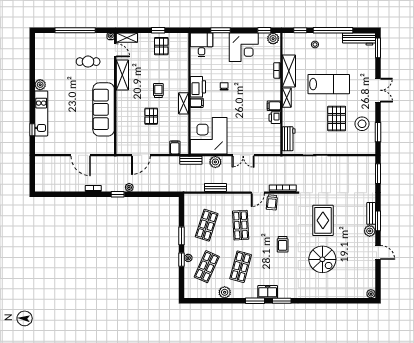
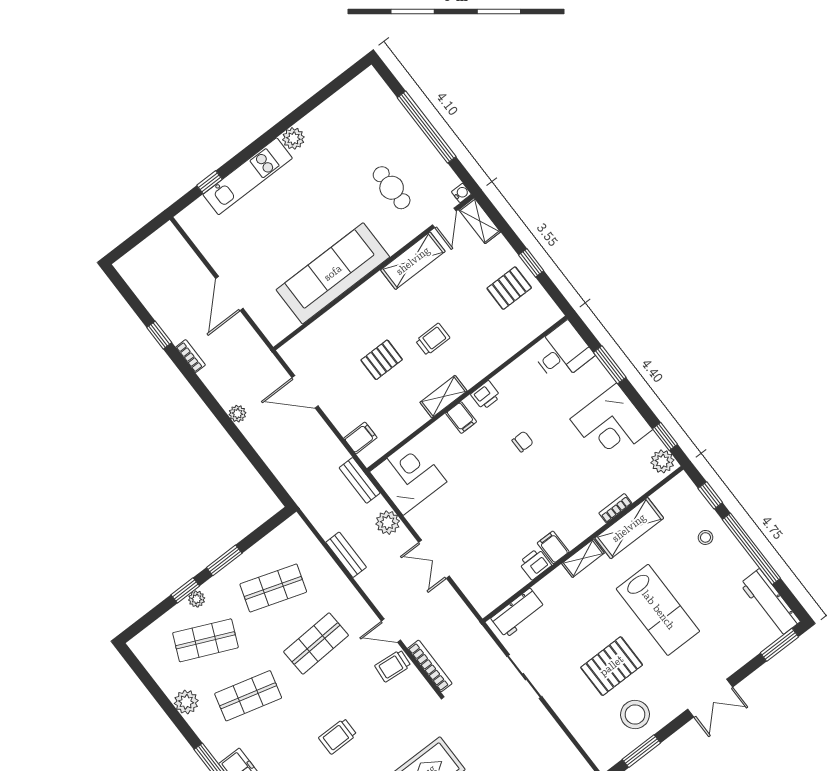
printer: (198, 87) -> (486, 395), width x0.53, depth x0.68
corner desk: (209, 136) -> (408, 477), width x0.74, depth x0.74
window: (118, 194) -> (159, 335), moved

